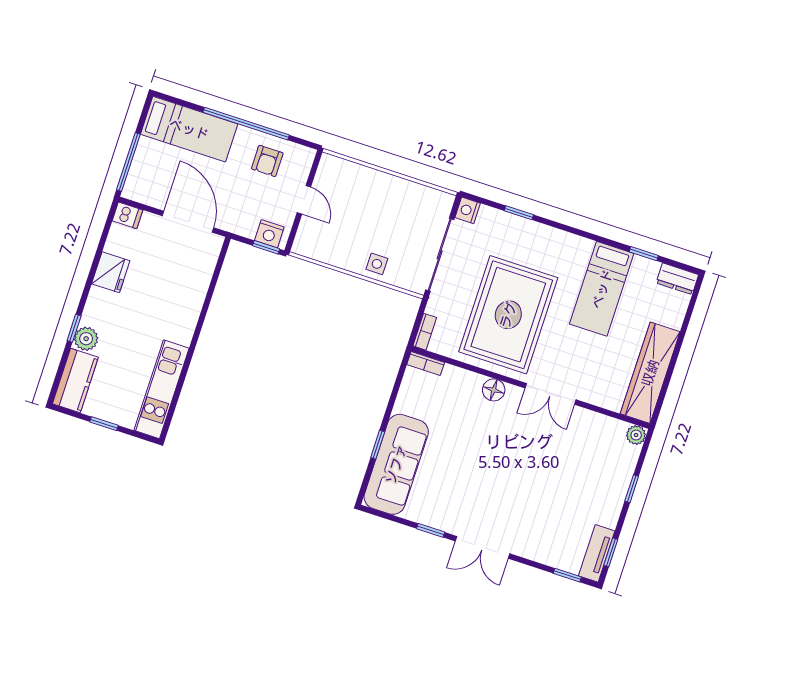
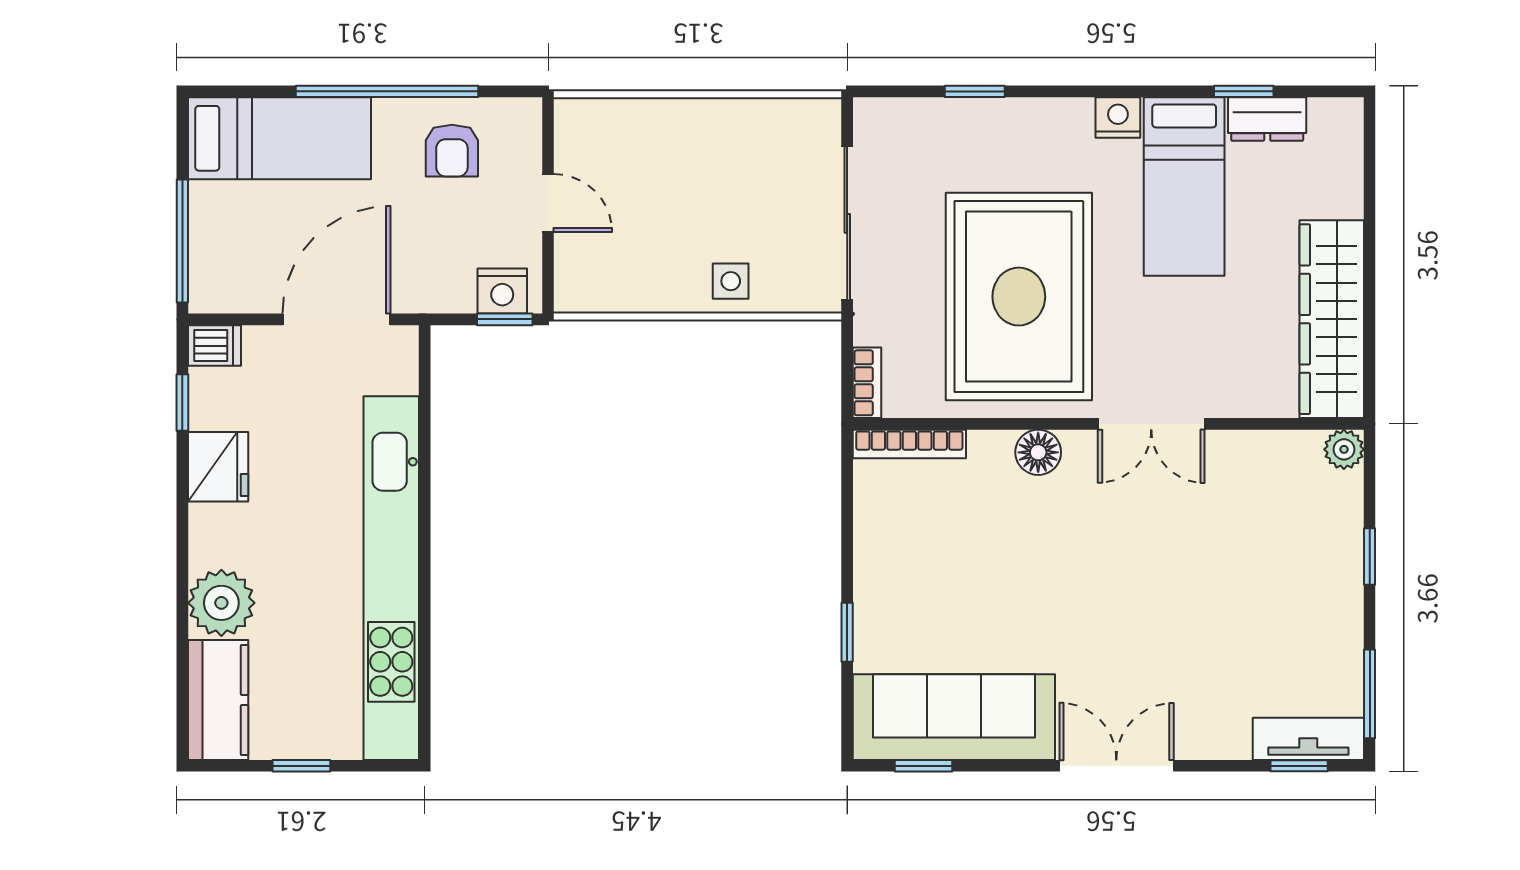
nightstand: (468, 210) -> (1118, 118), moved, turned 90
door: (188, 222) -> (336, 319), hinge flipped
dresser: (677, 279) -> (1267, 119), moved
window: (74, 328) -> (182, 402), moved
plant: (86, 339) -> (221, 603), width x1.36, depth x1.36
bookcase: (426, 363) -> (909, 444), width x1.56
kitchen unit: (161, 389) -> (391, 578), width x1.86
sofa: (396, 464) -> (954, 717), moved, turned -90
window: (431, 530) -> (923, 766), moved
double door: (482, 547) -> (1116, 766), swing flipped
window: (611, 552) -> (1370, 694), width x1.50
tv unit: (597, 553) -> (1308, 739), moved, turned 90

